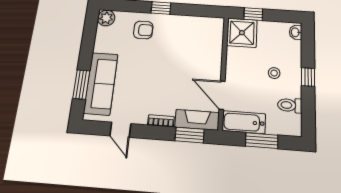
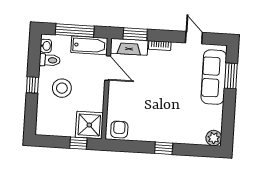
armchair: (143, 30) -> (119, 130), moved, turned 89
washbasin: (296, 32) -> (46, 46), moved
stool: (274, 73) -> (62, 88), width x1.89, depth x1.89
window: (262, 141) -> (75, 30), width x1.44

